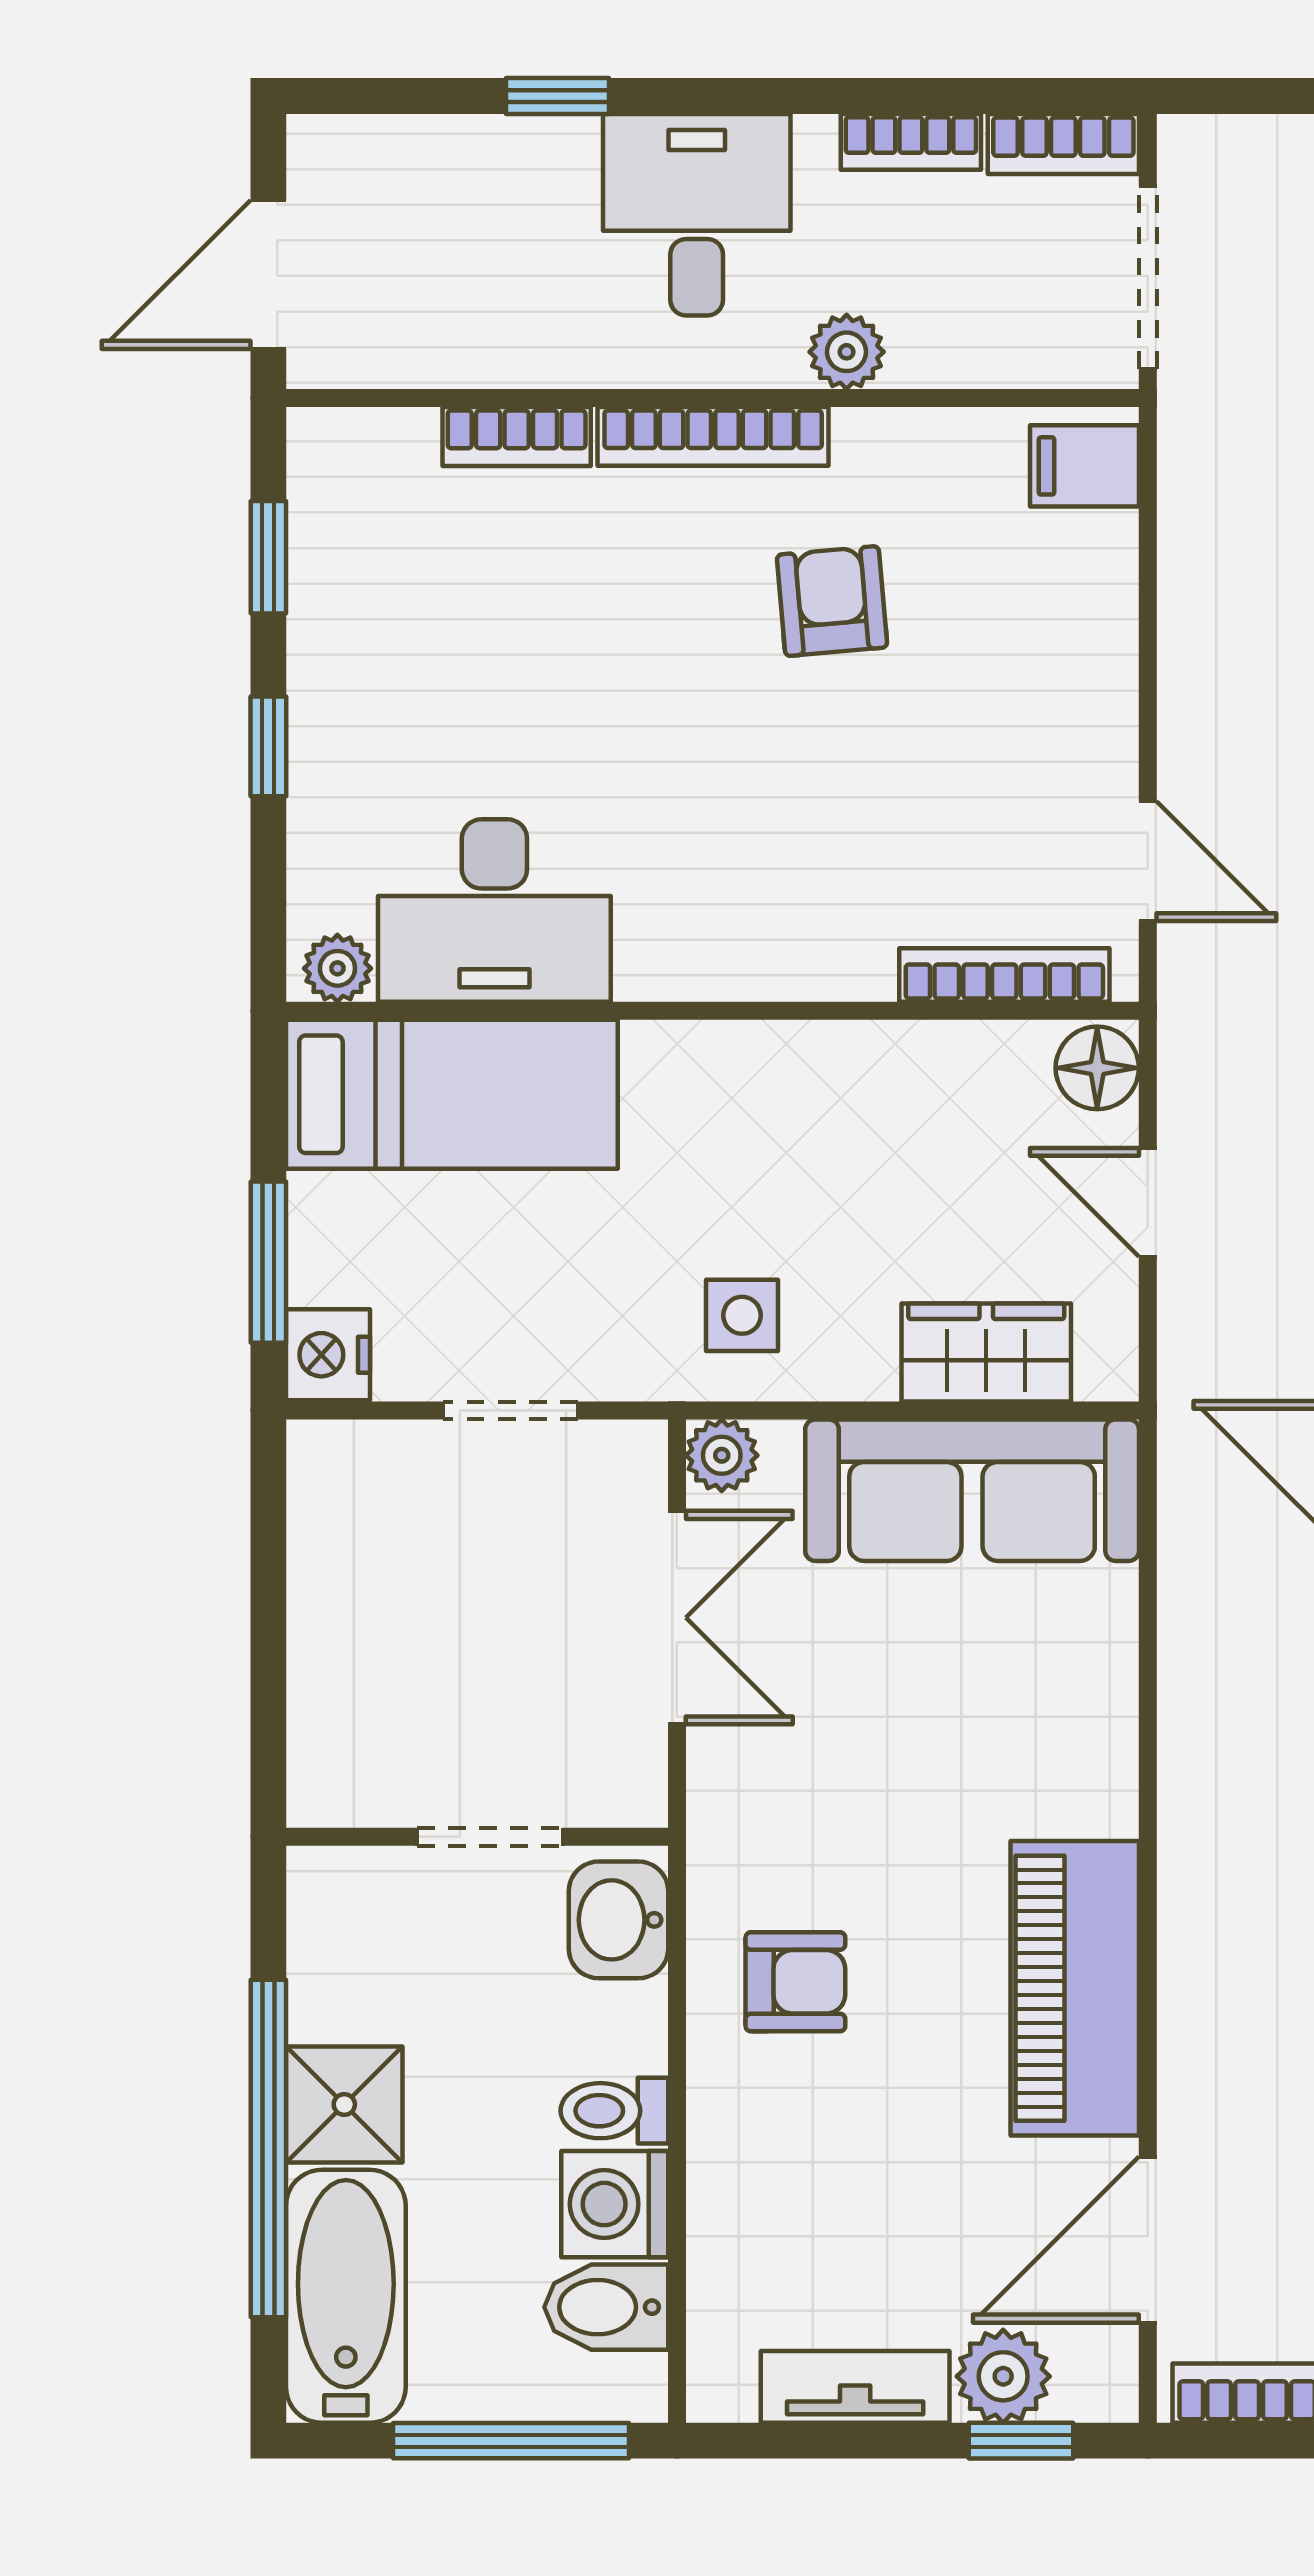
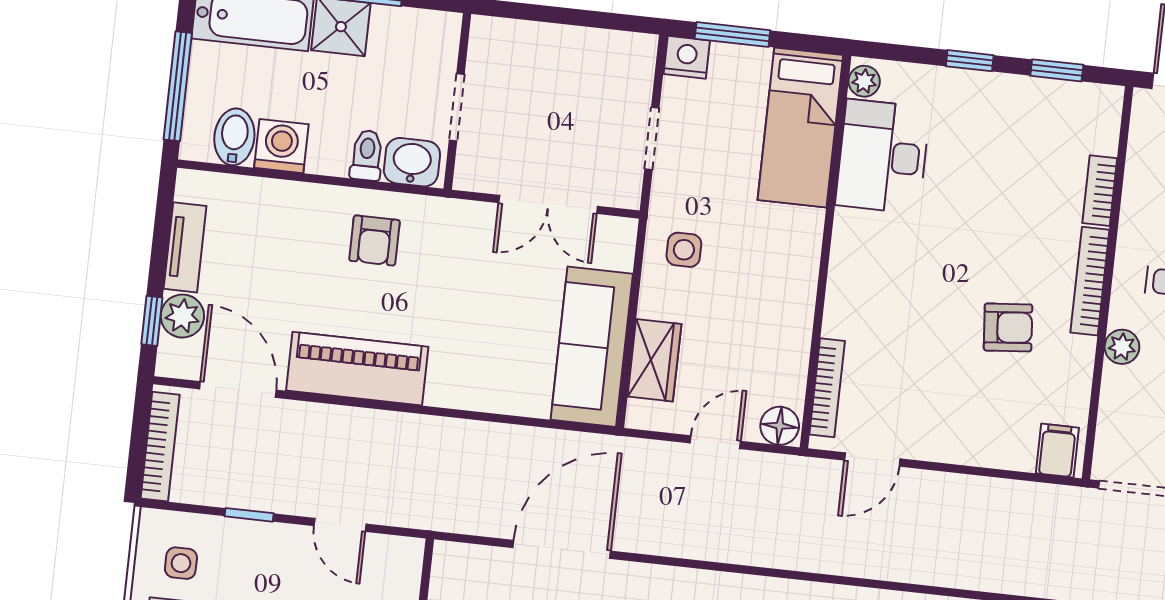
plant: (722, 1455) -> (621, 233), removed
toilet: (614, 2111) -> (367, 155), moved

